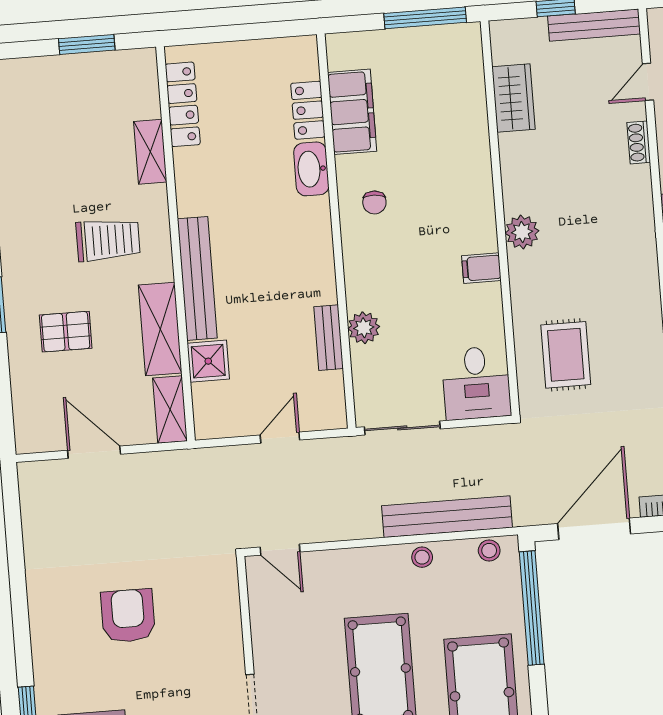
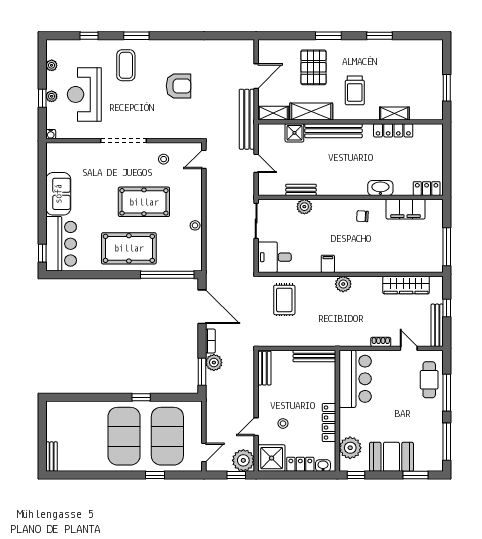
wardrobe: (513, 98) -> (406, 285), width x1.50
locker: (183, 104) -> (393, 130), moved
locker: (308, 110) -> (427, 189), moved
pallet: (66, 332) -> (313, 67), width x1.50, depth x1.42
rug: (566, 355) -> (284, 300), turned 90
bench: (447, 517) -> (247, 119), moved
stool: (489, 551) -> (164, 159), moved

